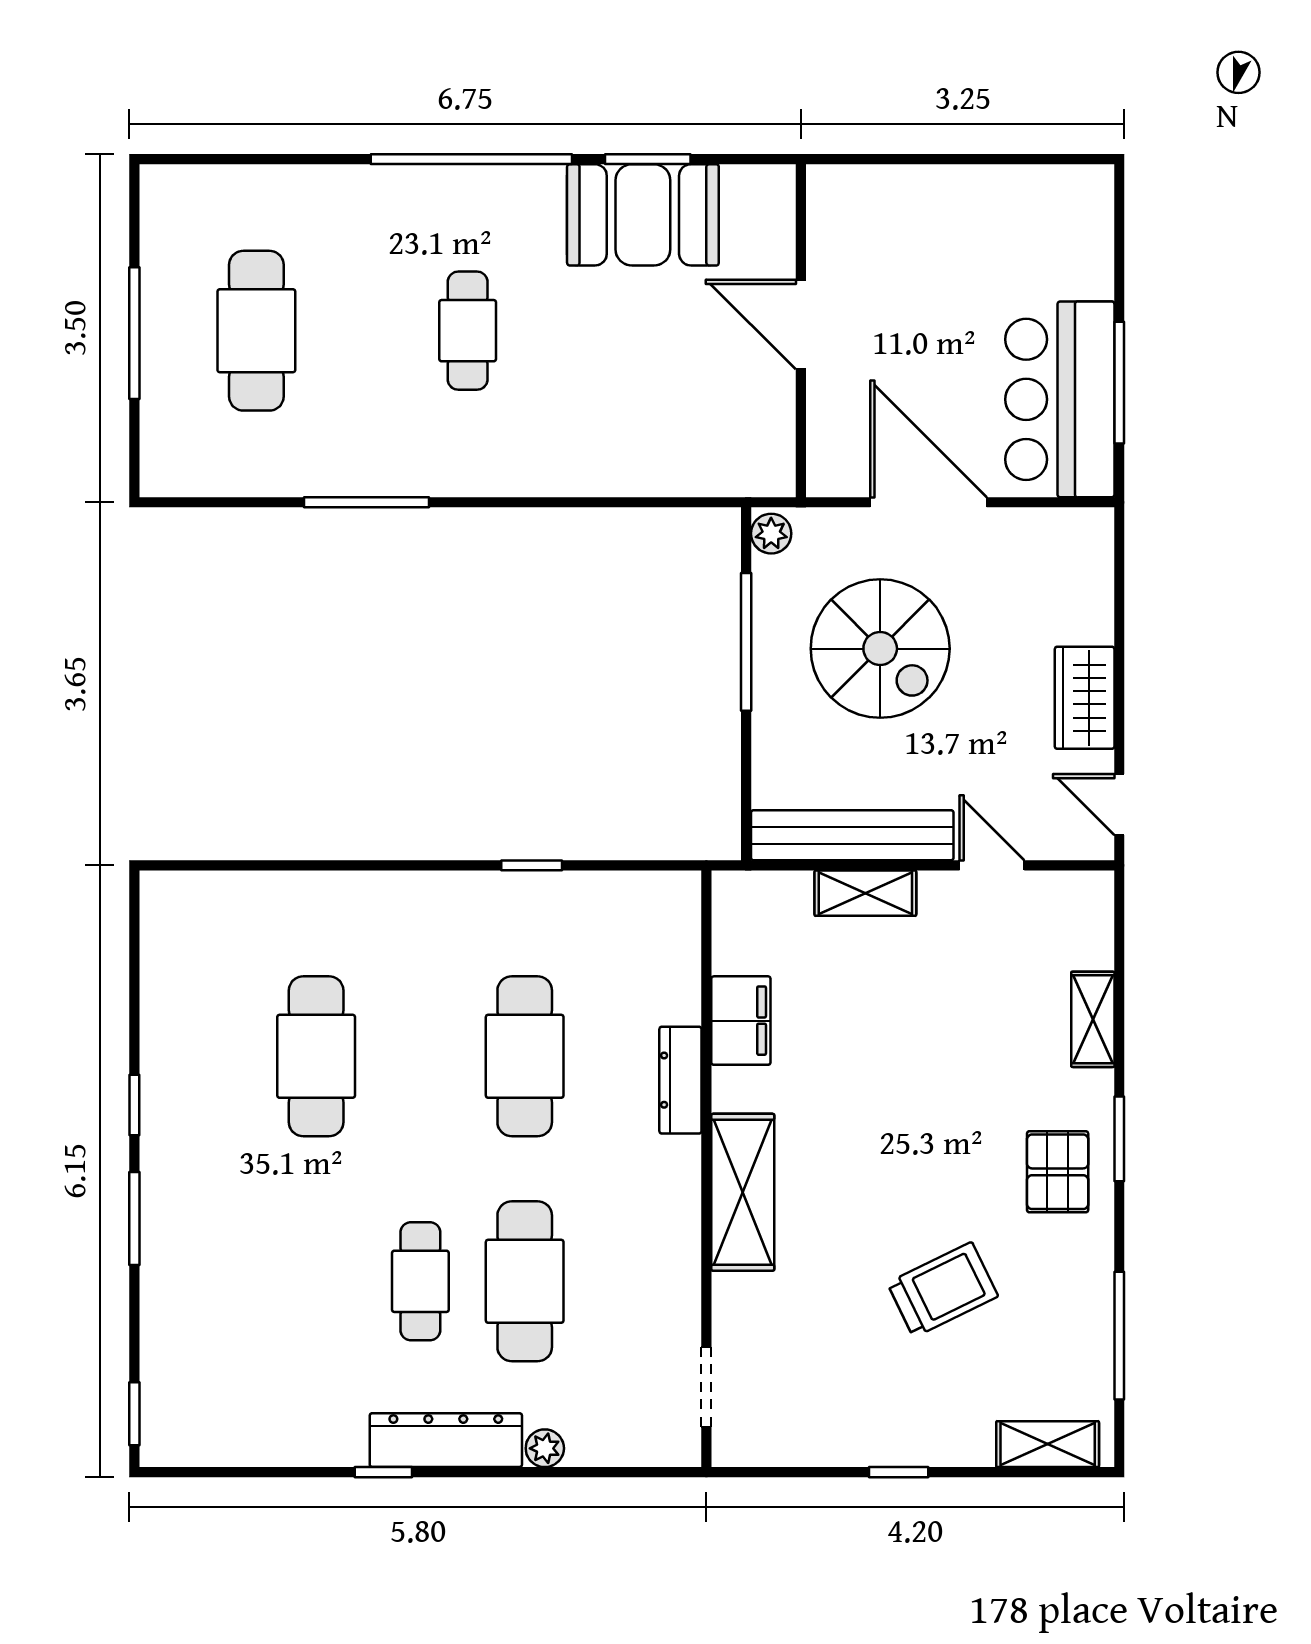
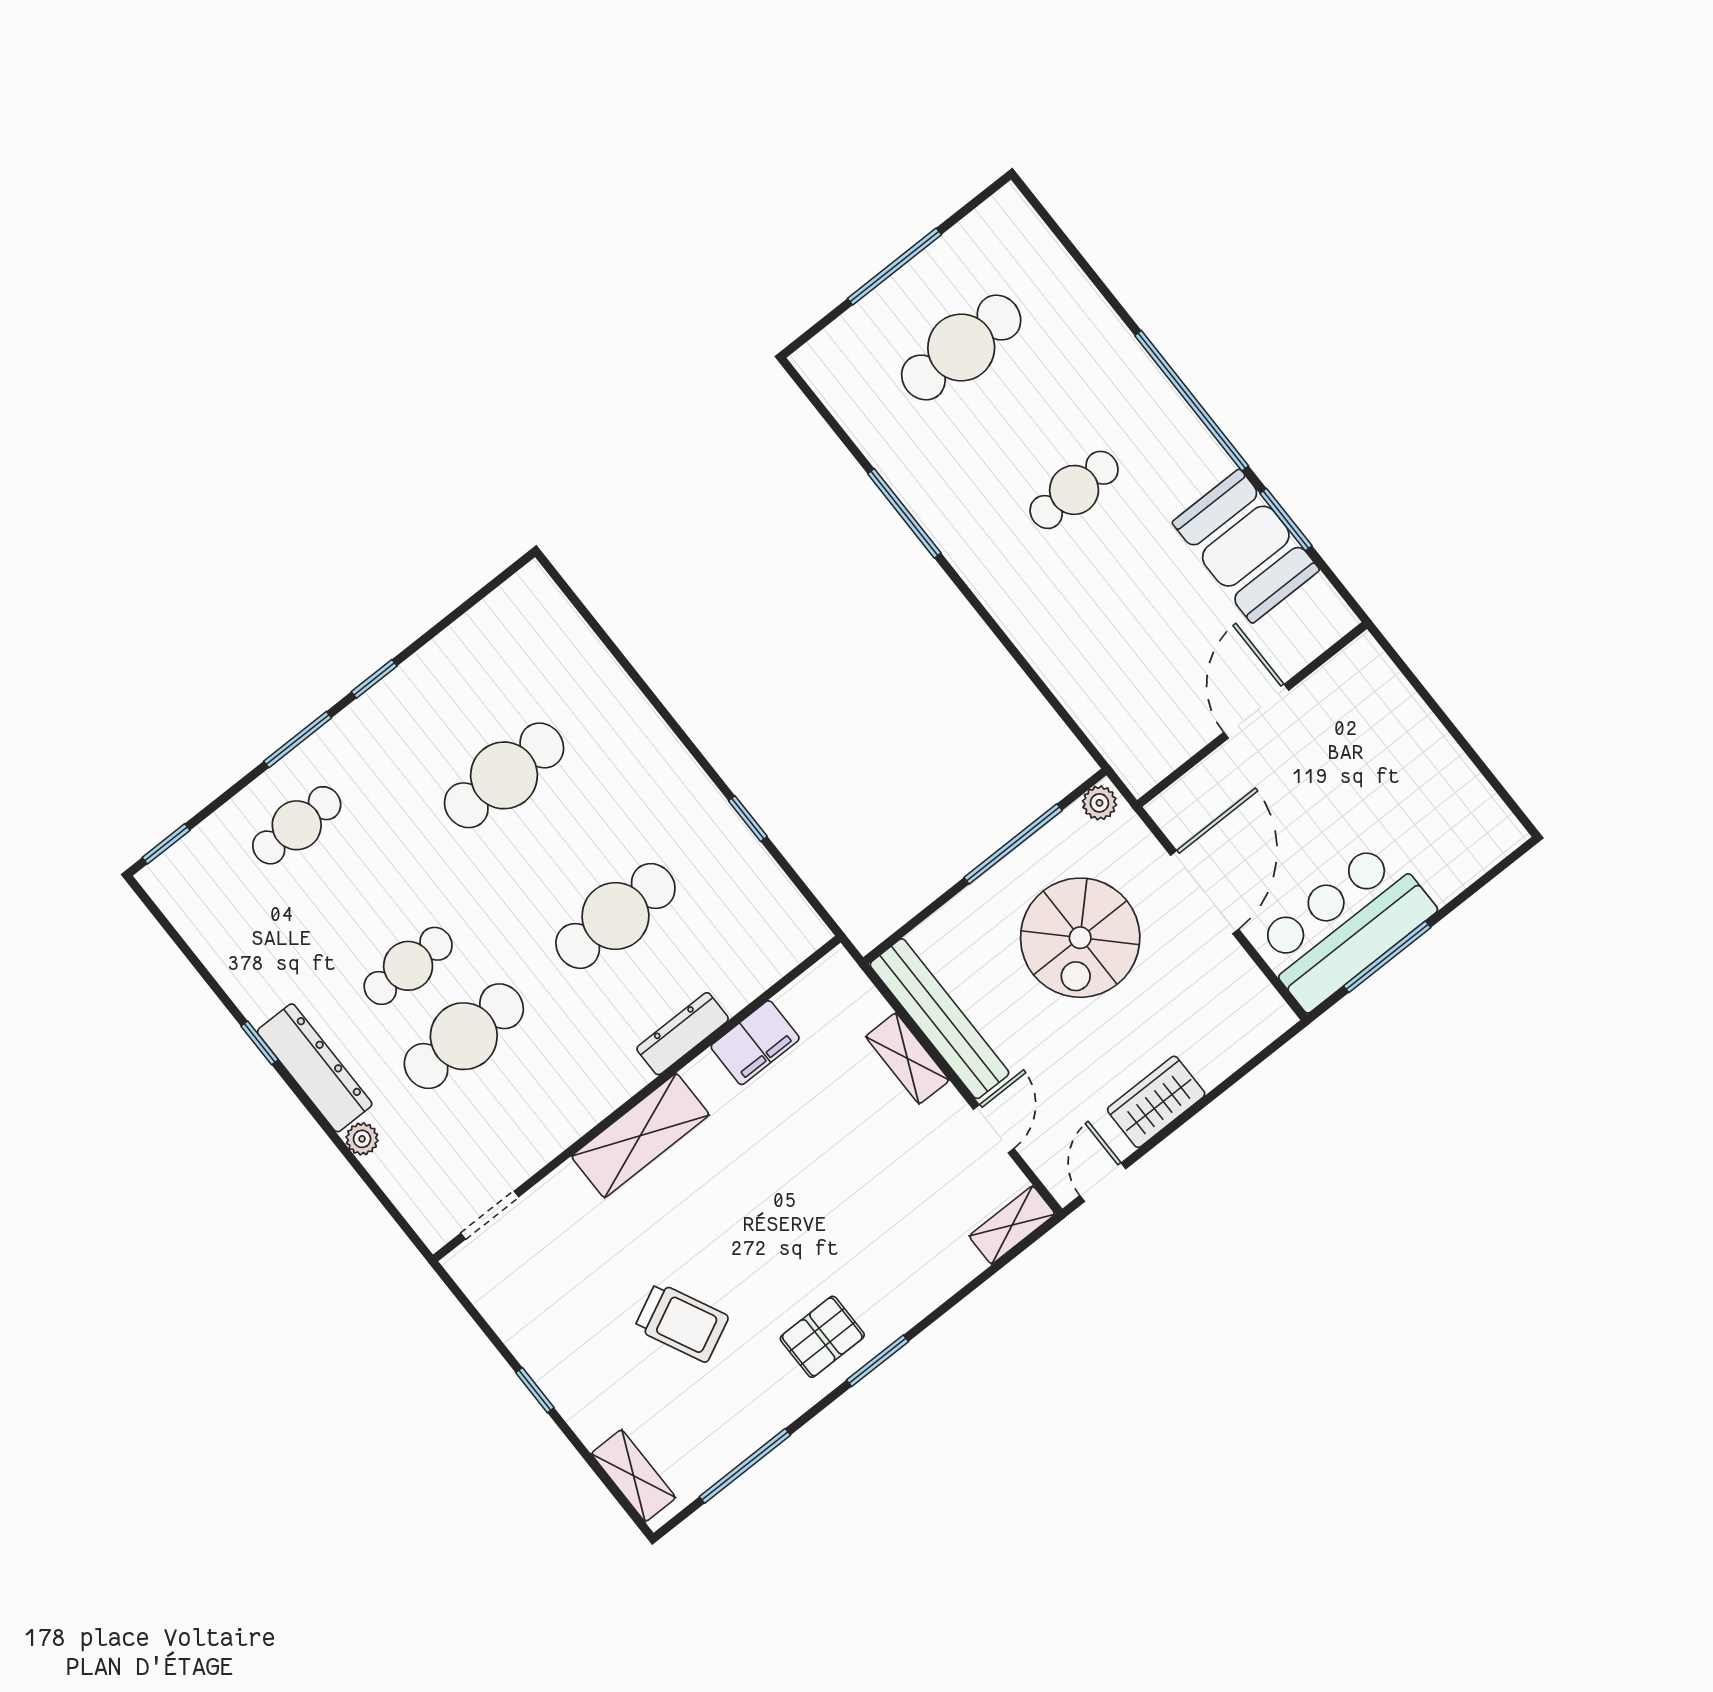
shelving: (1093, 1019) -> (1012, 1225), moved
cafe table: (212, 1281) -> (297, 825), added

